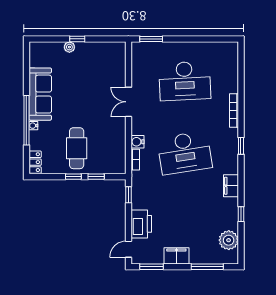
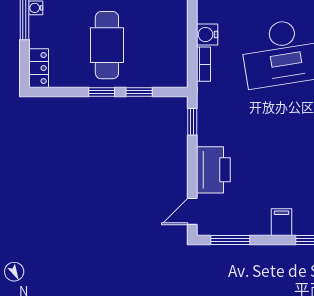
filing cabinet: (176, 256) -> (281, 222), width x0.50

